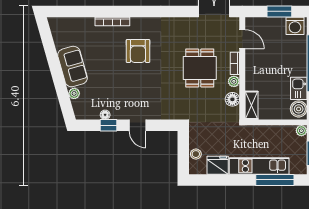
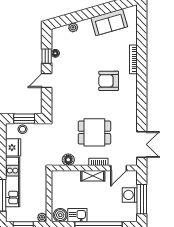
window: (279, 11) -> (142, 199), width x1.44
washing machine: (295, 26) -> (130, 195), moved
sofa: (72, 67) -> (109, 22), moved
plant: (234, 81) -> (83, 161), removed
shelving: (251, 105) -> (93, 176), moved
window: (183, 152) -> (24, 119), added

